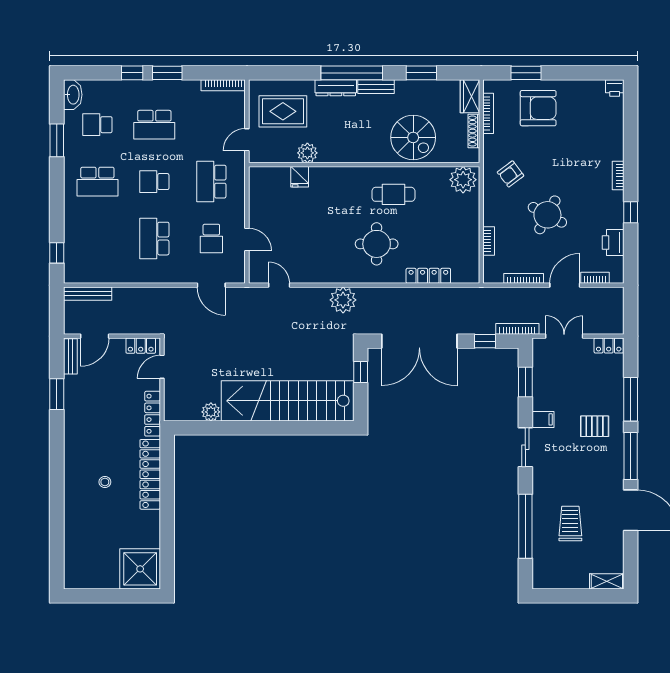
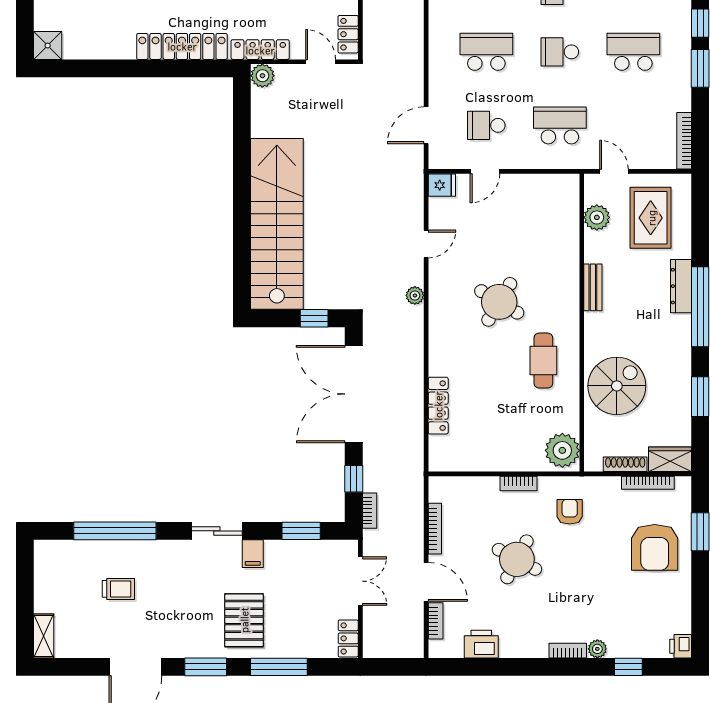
bench: (376, 87) -> (593, 287), moved
school desk: (154, 125) -> (633, 52), turned 90
spiral stairs: (413, 137) -> (617, 386), turned 180
plant: (307, 153) -> (597, 217), moved
plant: (617, 153) -> (597, 649), added
armchair: (511, 174) -> (570, 512), turned 37
fridge: (300, 177) -> (442, 185), moved, turned 180
school desk: (154, 182) -> (560, 52), turned -90
window: (631, 212) -> (628, 667), moved
bookcase: (489, 241) -> (518, 483), moved
round table: (377, 244) -> (499, 302), moved, turned 31
door: (279, 285) -> (426, 244), moved
plant: (343, 300) -> (415, 295), width x0.53, depth x0.53
bookcase: (517, 329) -> (370, 511), width x0.64
plant: (211, 412) -> (262, 76), moved
pallet: (595, 426) -> (244, 620), width x1.50, depth x1.42
window: (631, 456) -> (206, 667), width x0.69
trolley: (570, 523) -> (118, 589), width x0.73, depth x0.72
shower: (140, 569) -> (48, 46), width x0.54, depth x0.54

